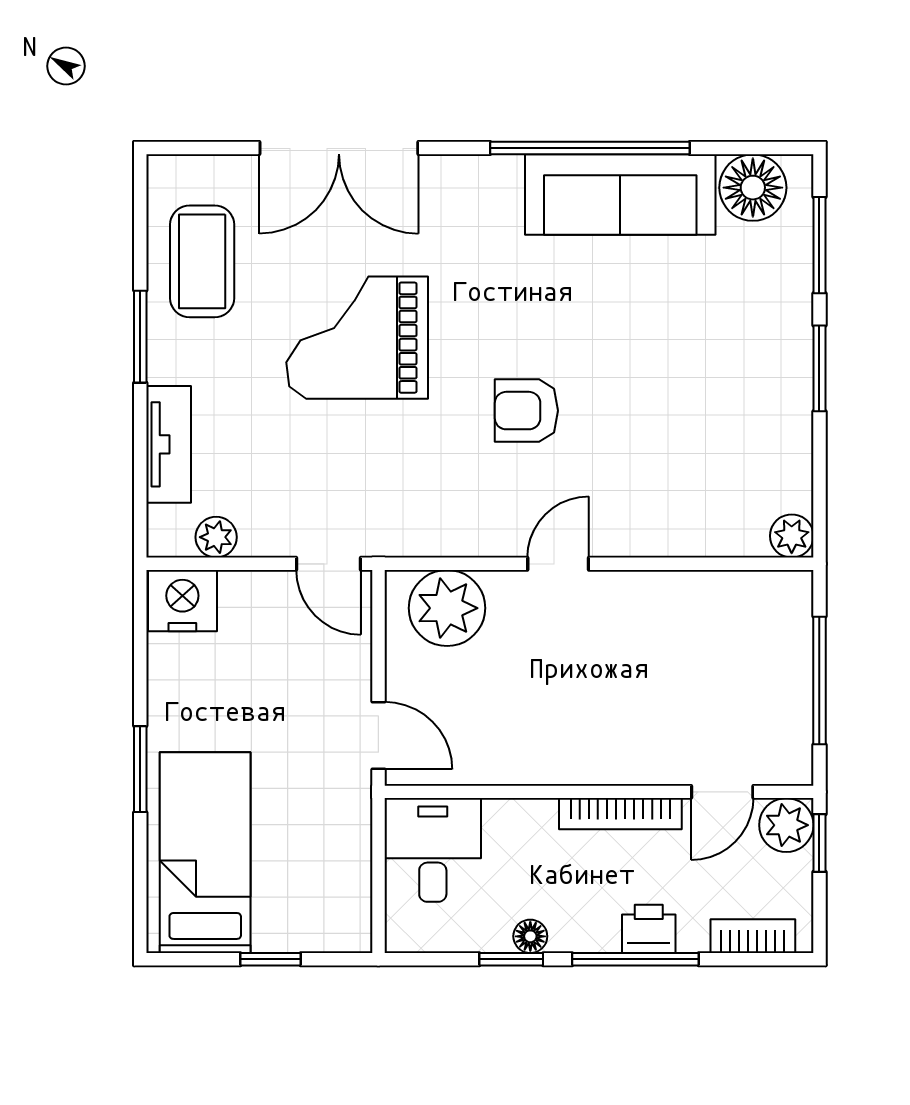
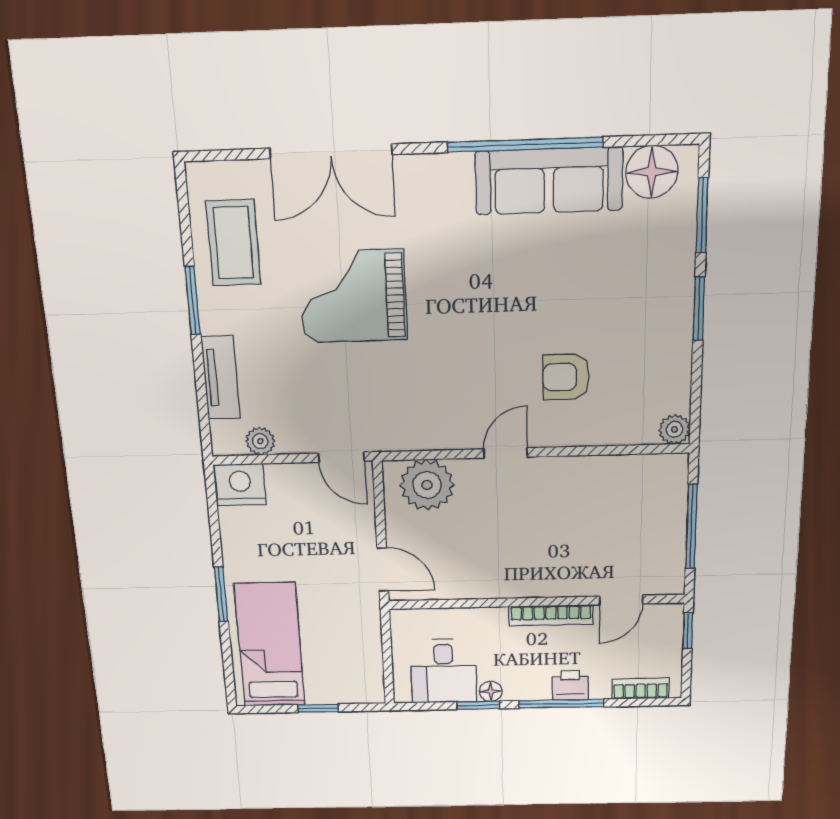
armchair: (526, 411) -> (566, 377), moved
plant: (786, 825) -> (665, 620), removed
desk: (433, 850) -> (444, 671), moved, turned 180

